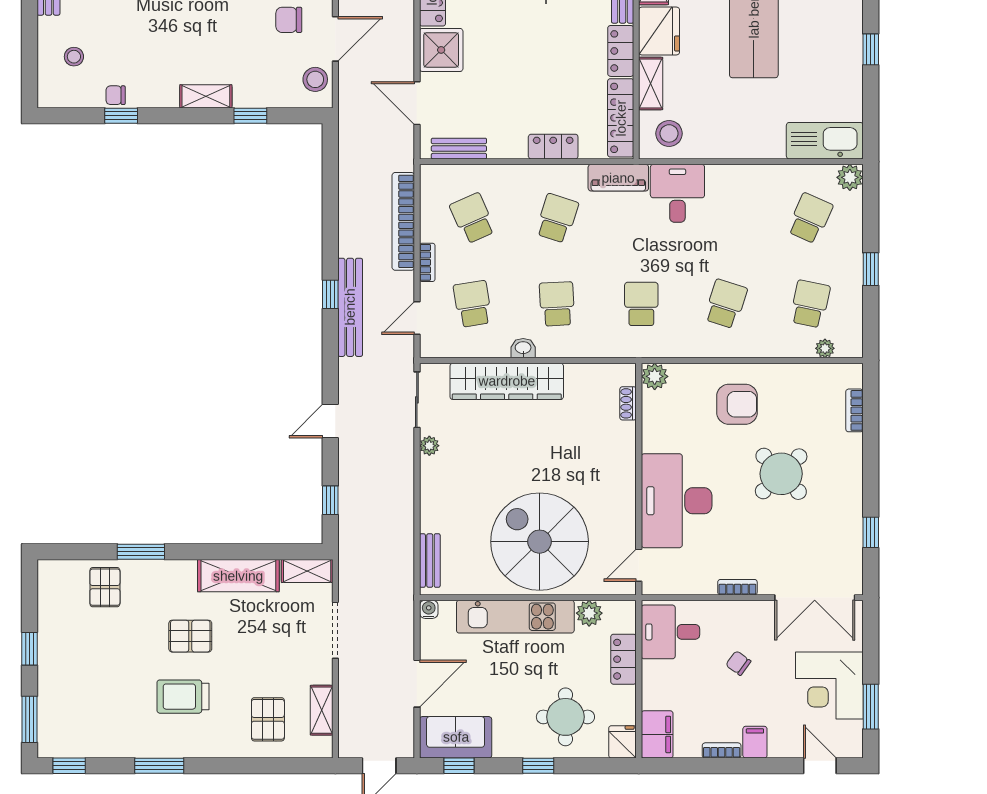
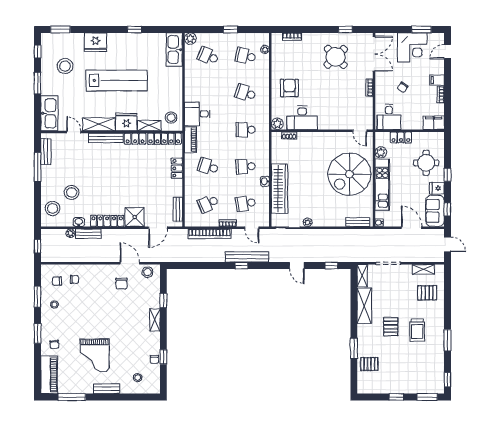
round table: (781, 474) -> (336, 57), moved
desk: (677, 501) -> (302, 118), moved, width x0.73, depth x0.77
fridge: (622, 742) -> (437, 188), moved

